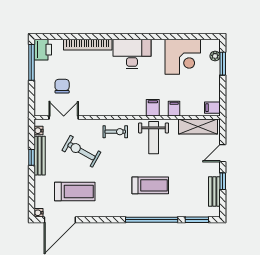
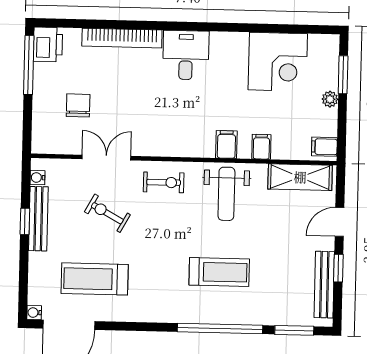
desk: (132, 54) -> (186, 55), width x0.73
plant: (215, 56) -> (330, 99), moved
double door: (64, 117) -> (106, 158), moved
exercise bike: (81, 151) -> (107, 213), width x0.73, depth x0.72
treadmill: (75, 191) -> (95, 279), turned 180
bench: (214, 191) -> (324, 285), width x1.36

